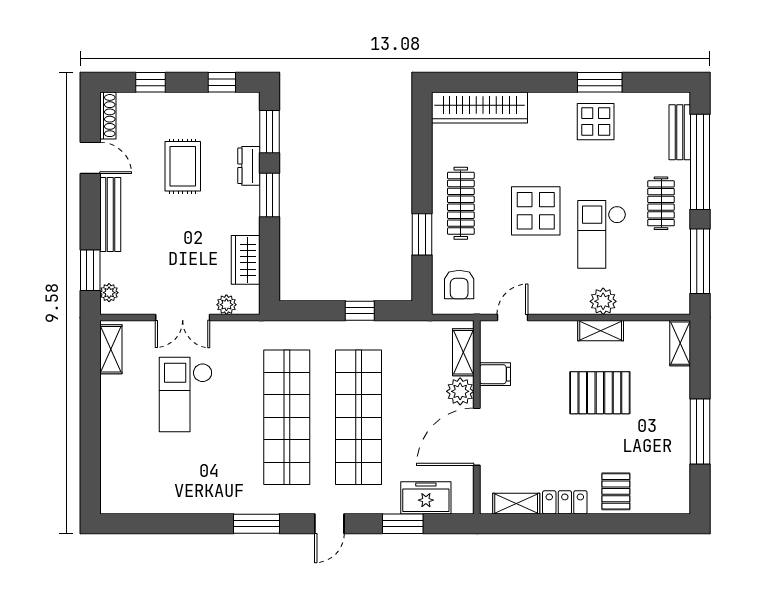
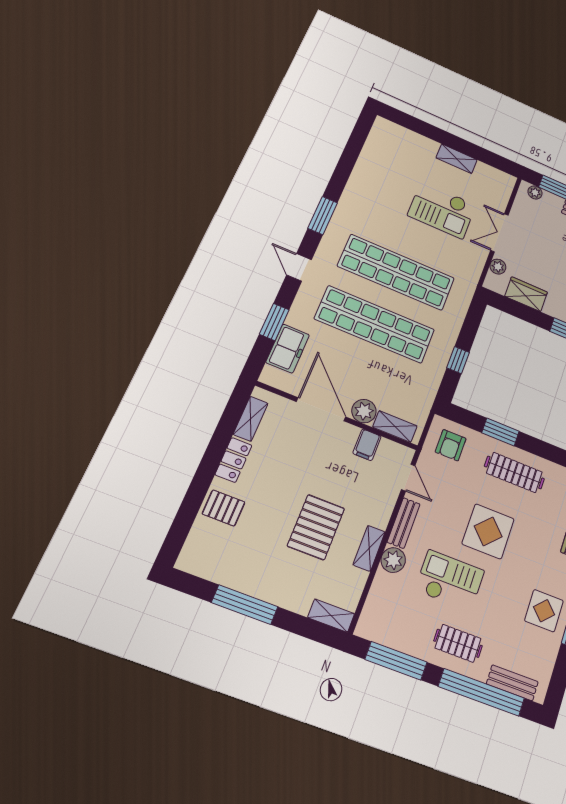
armchair: (459, 285) -> (451, 445), turned -90
bench: (562, 305) -> (404, 523), added
shelving: (111, 349) -> (457, 159), moved
checkout: (186, 394) -> (442, 210), turned 180

